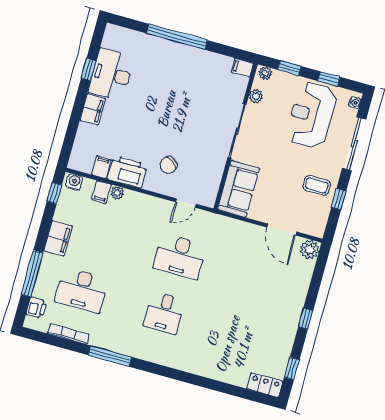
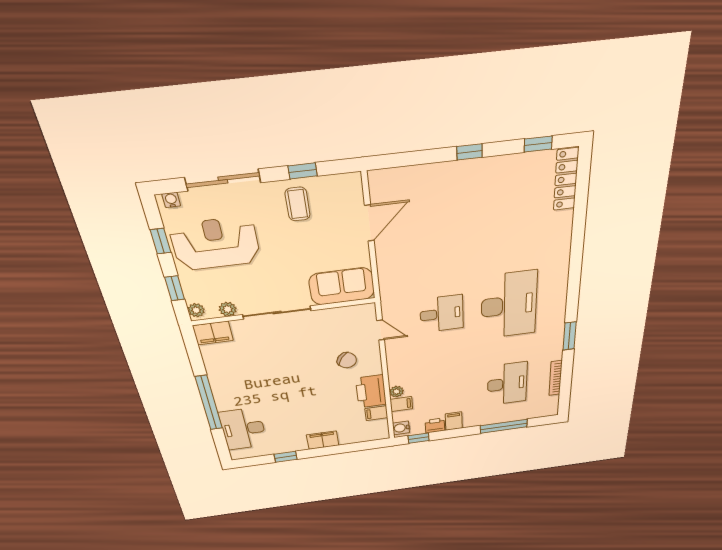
filing cabinet: (242, 68) -> (213, 333), width x2.00
desk: (111, 74) -> (243, 429), moved, turned 90
reception desk: (311, 115) -> (216, 244), turned 180
filing cabinet: (58, 238) -> (454, 421), width x0.50
plant: (309, 249) -> (381, 181), removed
desk: (180, 257) -> (442, 314), width x0.73
printer: (36, 308) -> (435, 426), moved
desk: (164, 313) -> (509, 305), width x1.87, depth x1.30
window: (110, 356) -> (570, 336), width x0.69
locker: (265, 385) -> (566, 179), width x1.53

